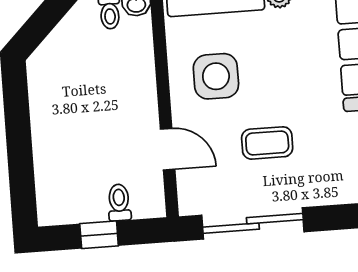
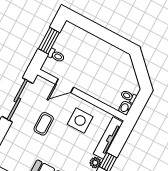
window: (99, 235) -> (49, 41), width x1.50

